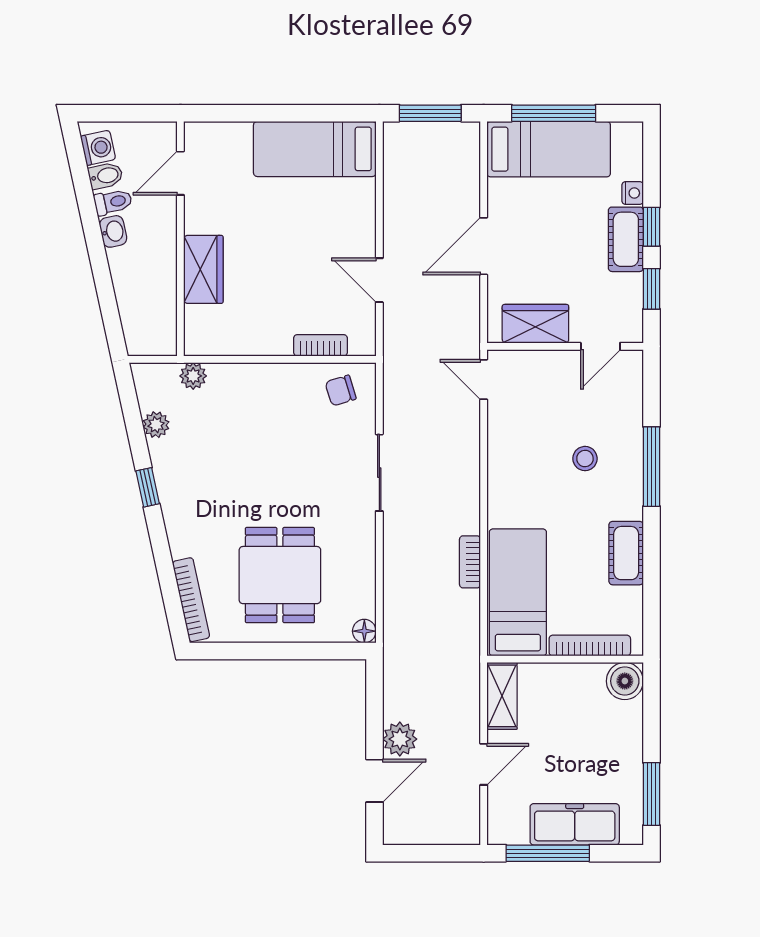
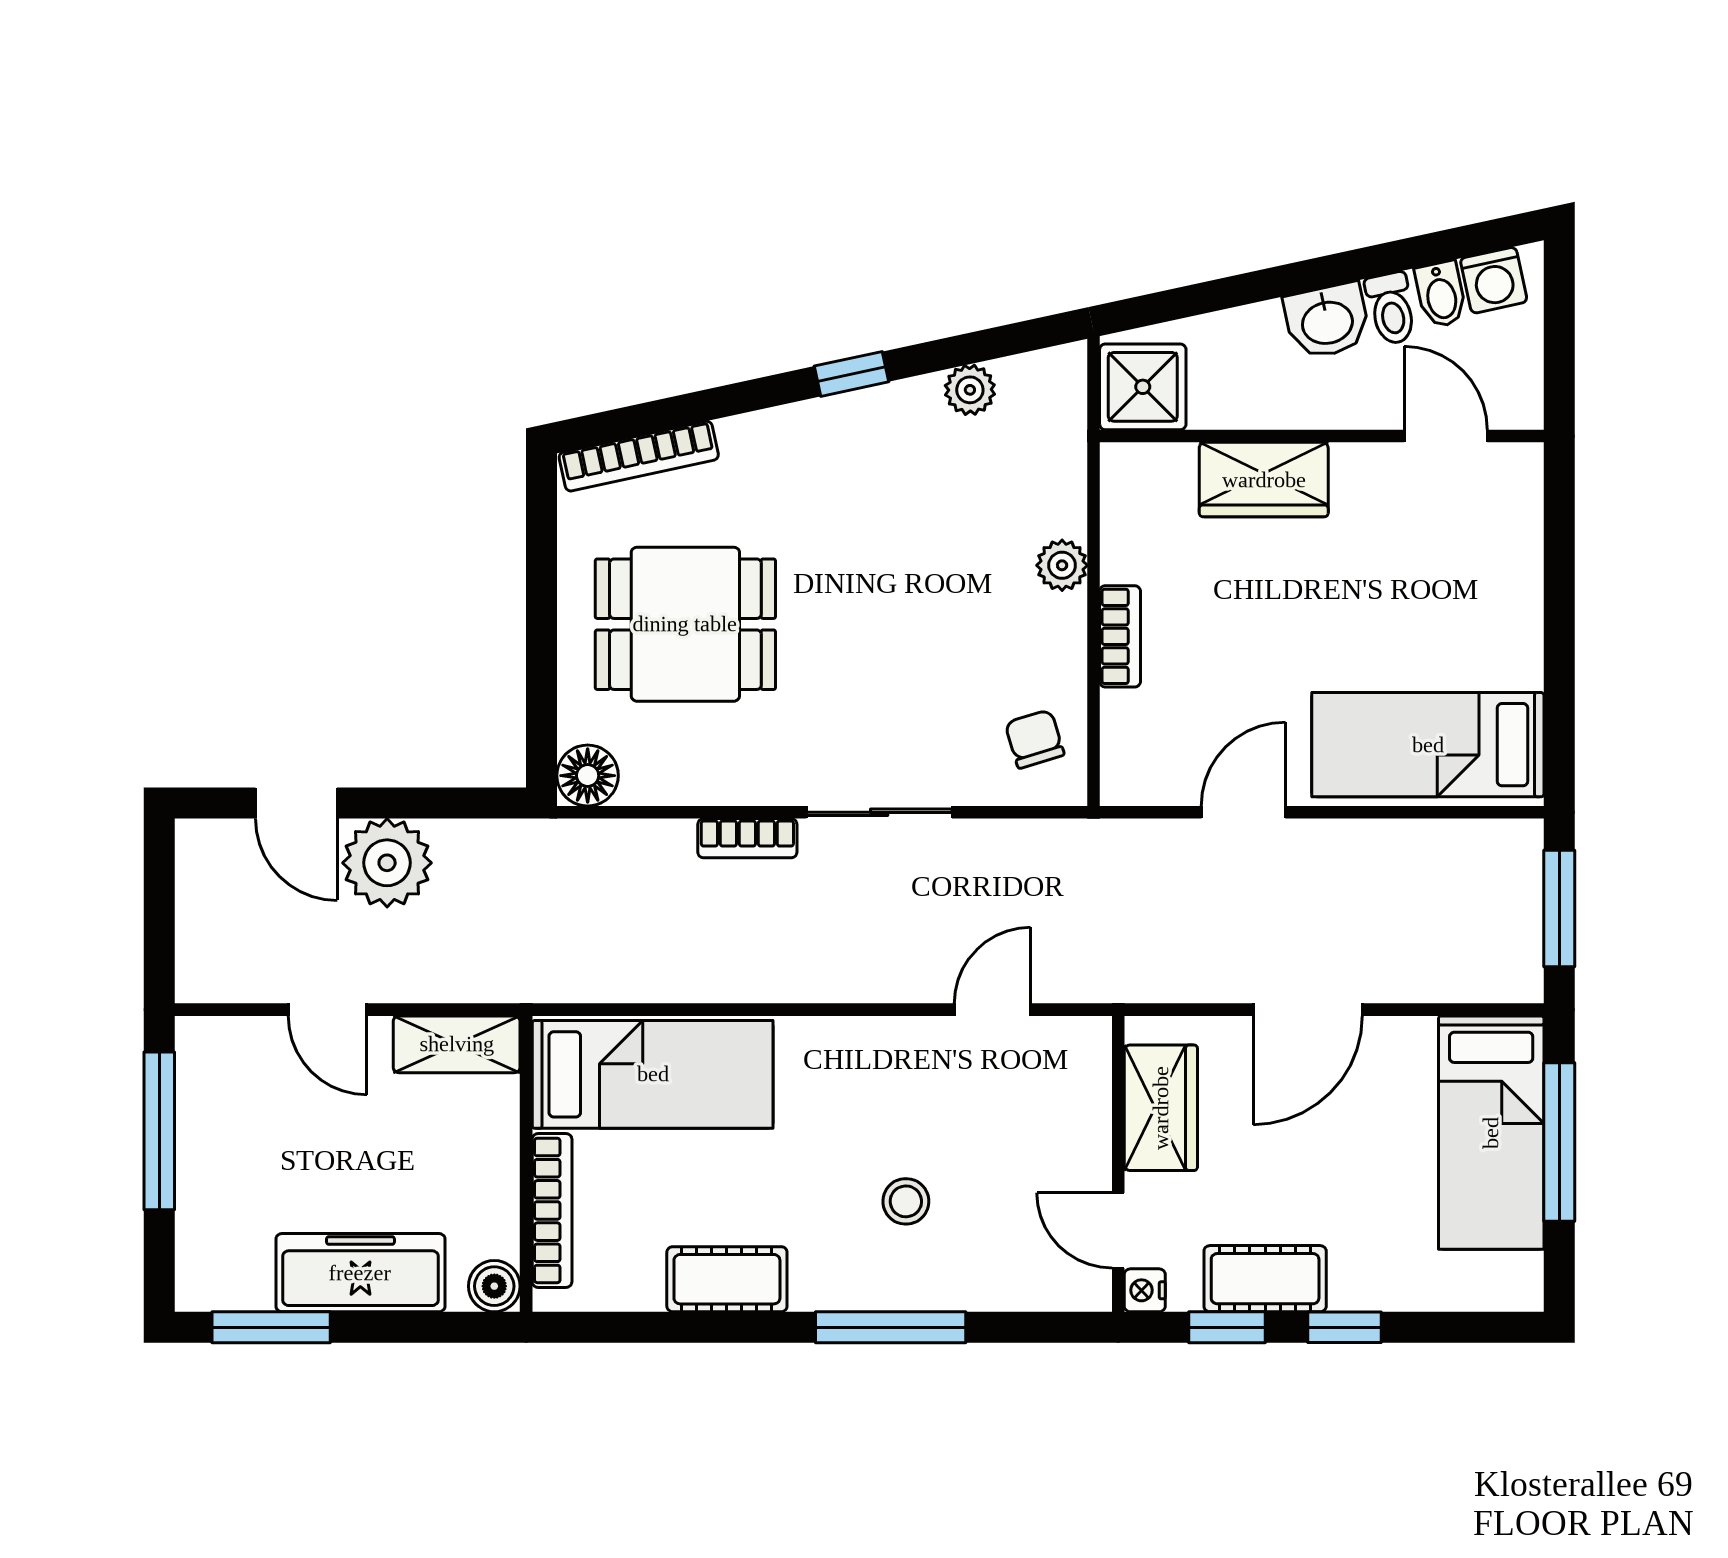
bed: (315, 149) -> (1428, 745), moved, turned -90
nightstand: (633, 193) -> (1145, 1290), moved, turned 90
washbasin: (113, 231) -> (1327, 321), width x1.38, depth x1.45
cot: (626, 239) -> (1265, 1279), moved
door: (484, 246) -> (1308, 1010), swing flipped
shower: (154, 333) -> (1143, 387), added
bookcase: (320, 345) -> (1120, 636), moved
plant: (193, 376) -> (1062, 565), moved
door: (484, 379) -> (993, 1010), moved
bookcase: (470, 562) -> (747, 838), moved, turned 180
floor lamp: (364, 631) -> (588, 776), width x1.37, depth x1.37
boiler: (625, 681) -> (494, 1286), width x0.73, depth x0.73
plant: (400, 739) -> (387, 863), width x1.36, depth x1.36
freezer: (575, 824) -> (360, 1273), moved, turned -90

